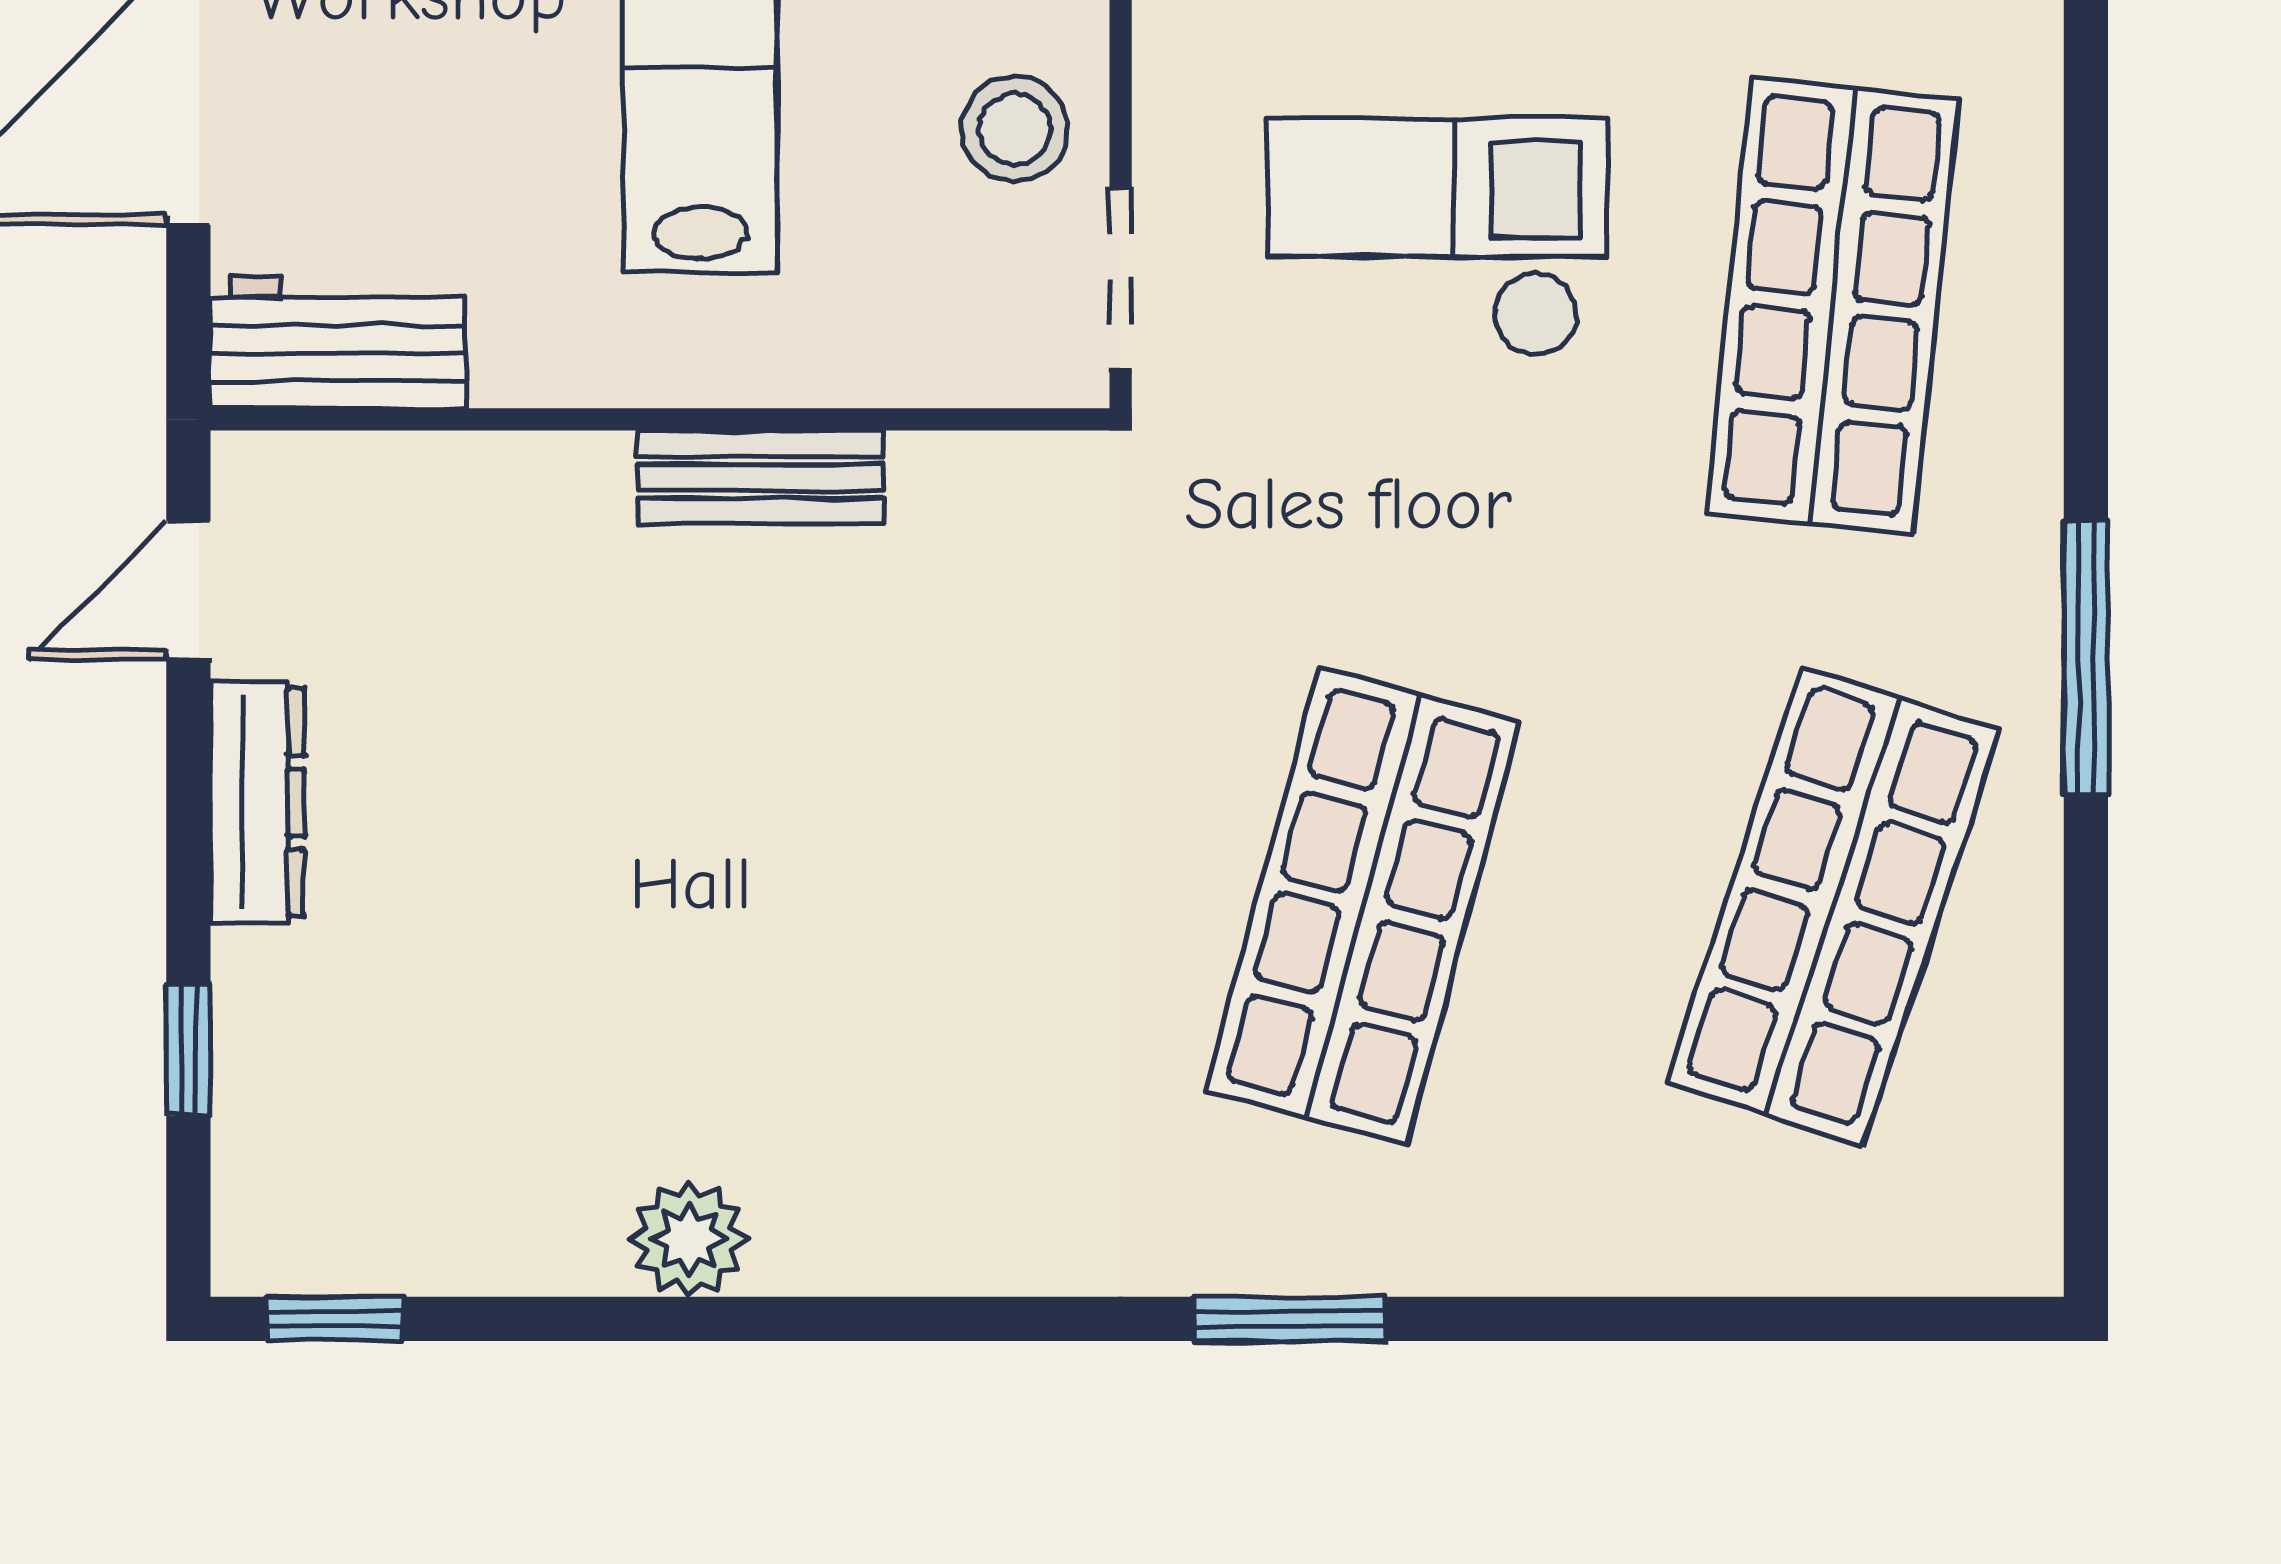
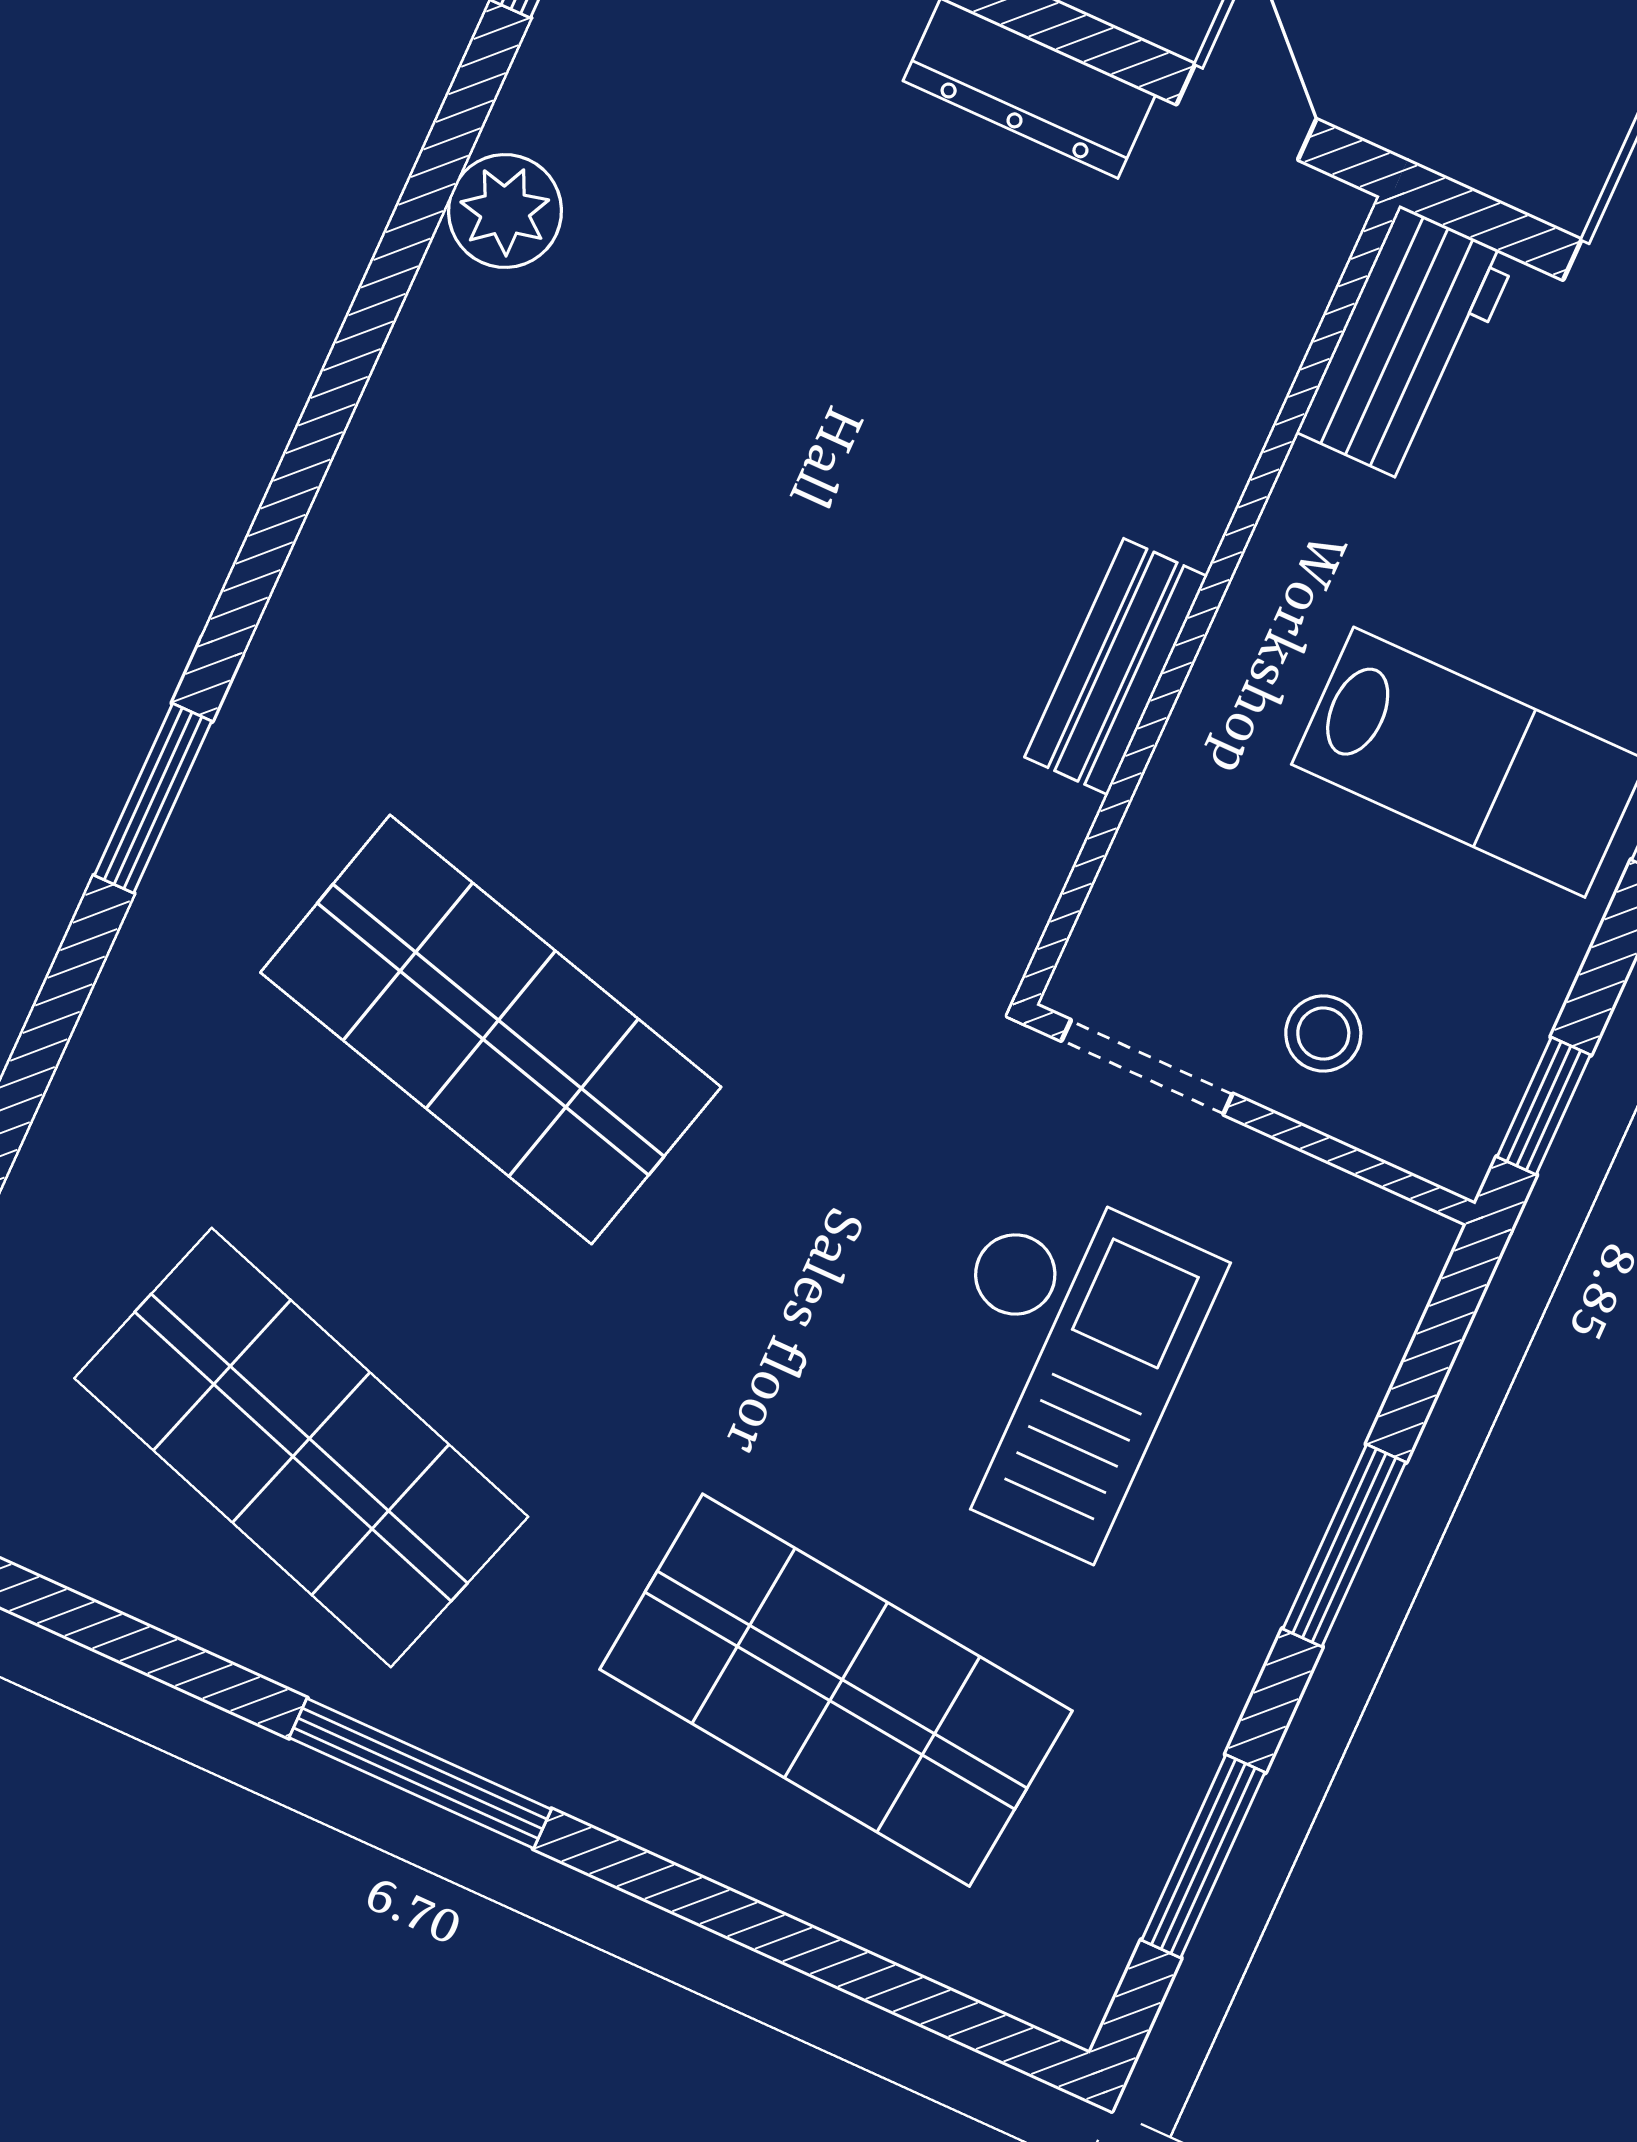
stool: (1015, 129) -> (1323, 1033), width x0.73, depth x0.73
plant: (689, 1239) -> (505, 211), moved

